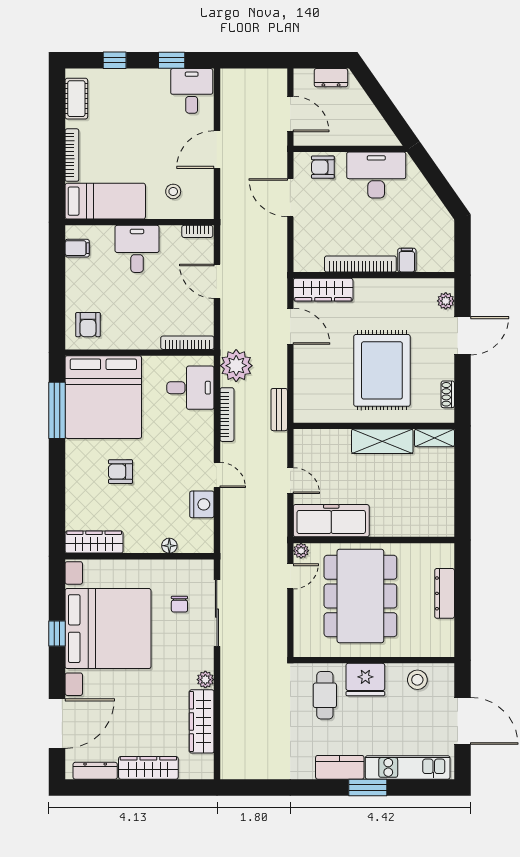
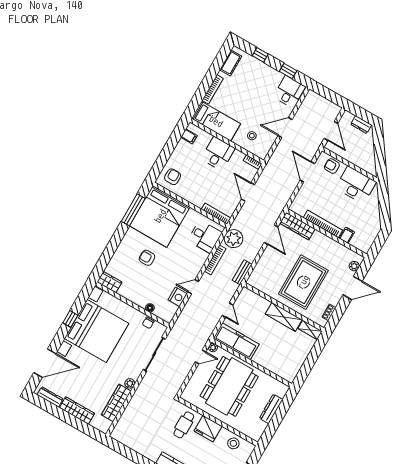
armchair: (88, 325) -> (173, 177), turned 180
door: (217, 475) -> (193, 287), swing flipped
wardrobe: (94, 542) -> (109, 282), width x0.67
chair: (179, 604) -> (148, 323), moved

